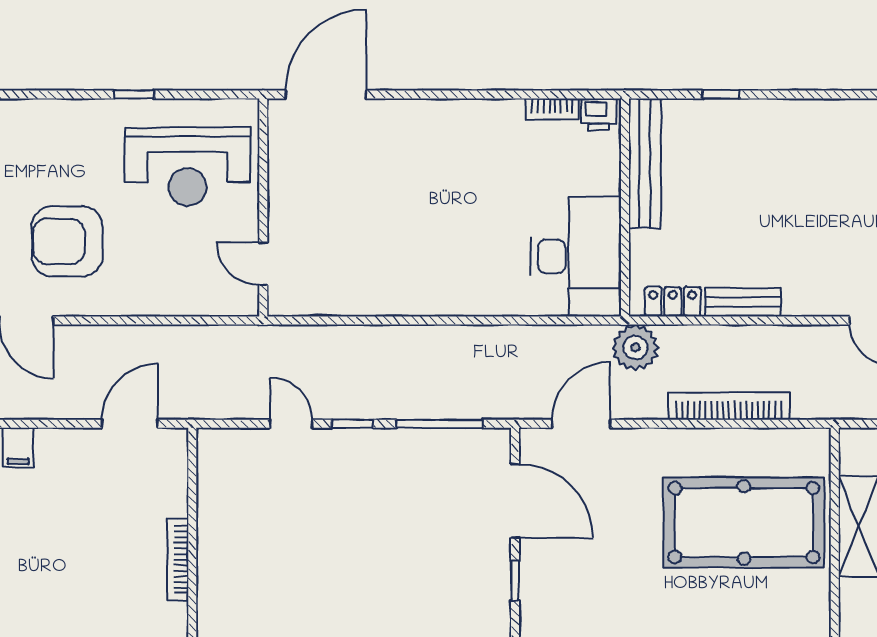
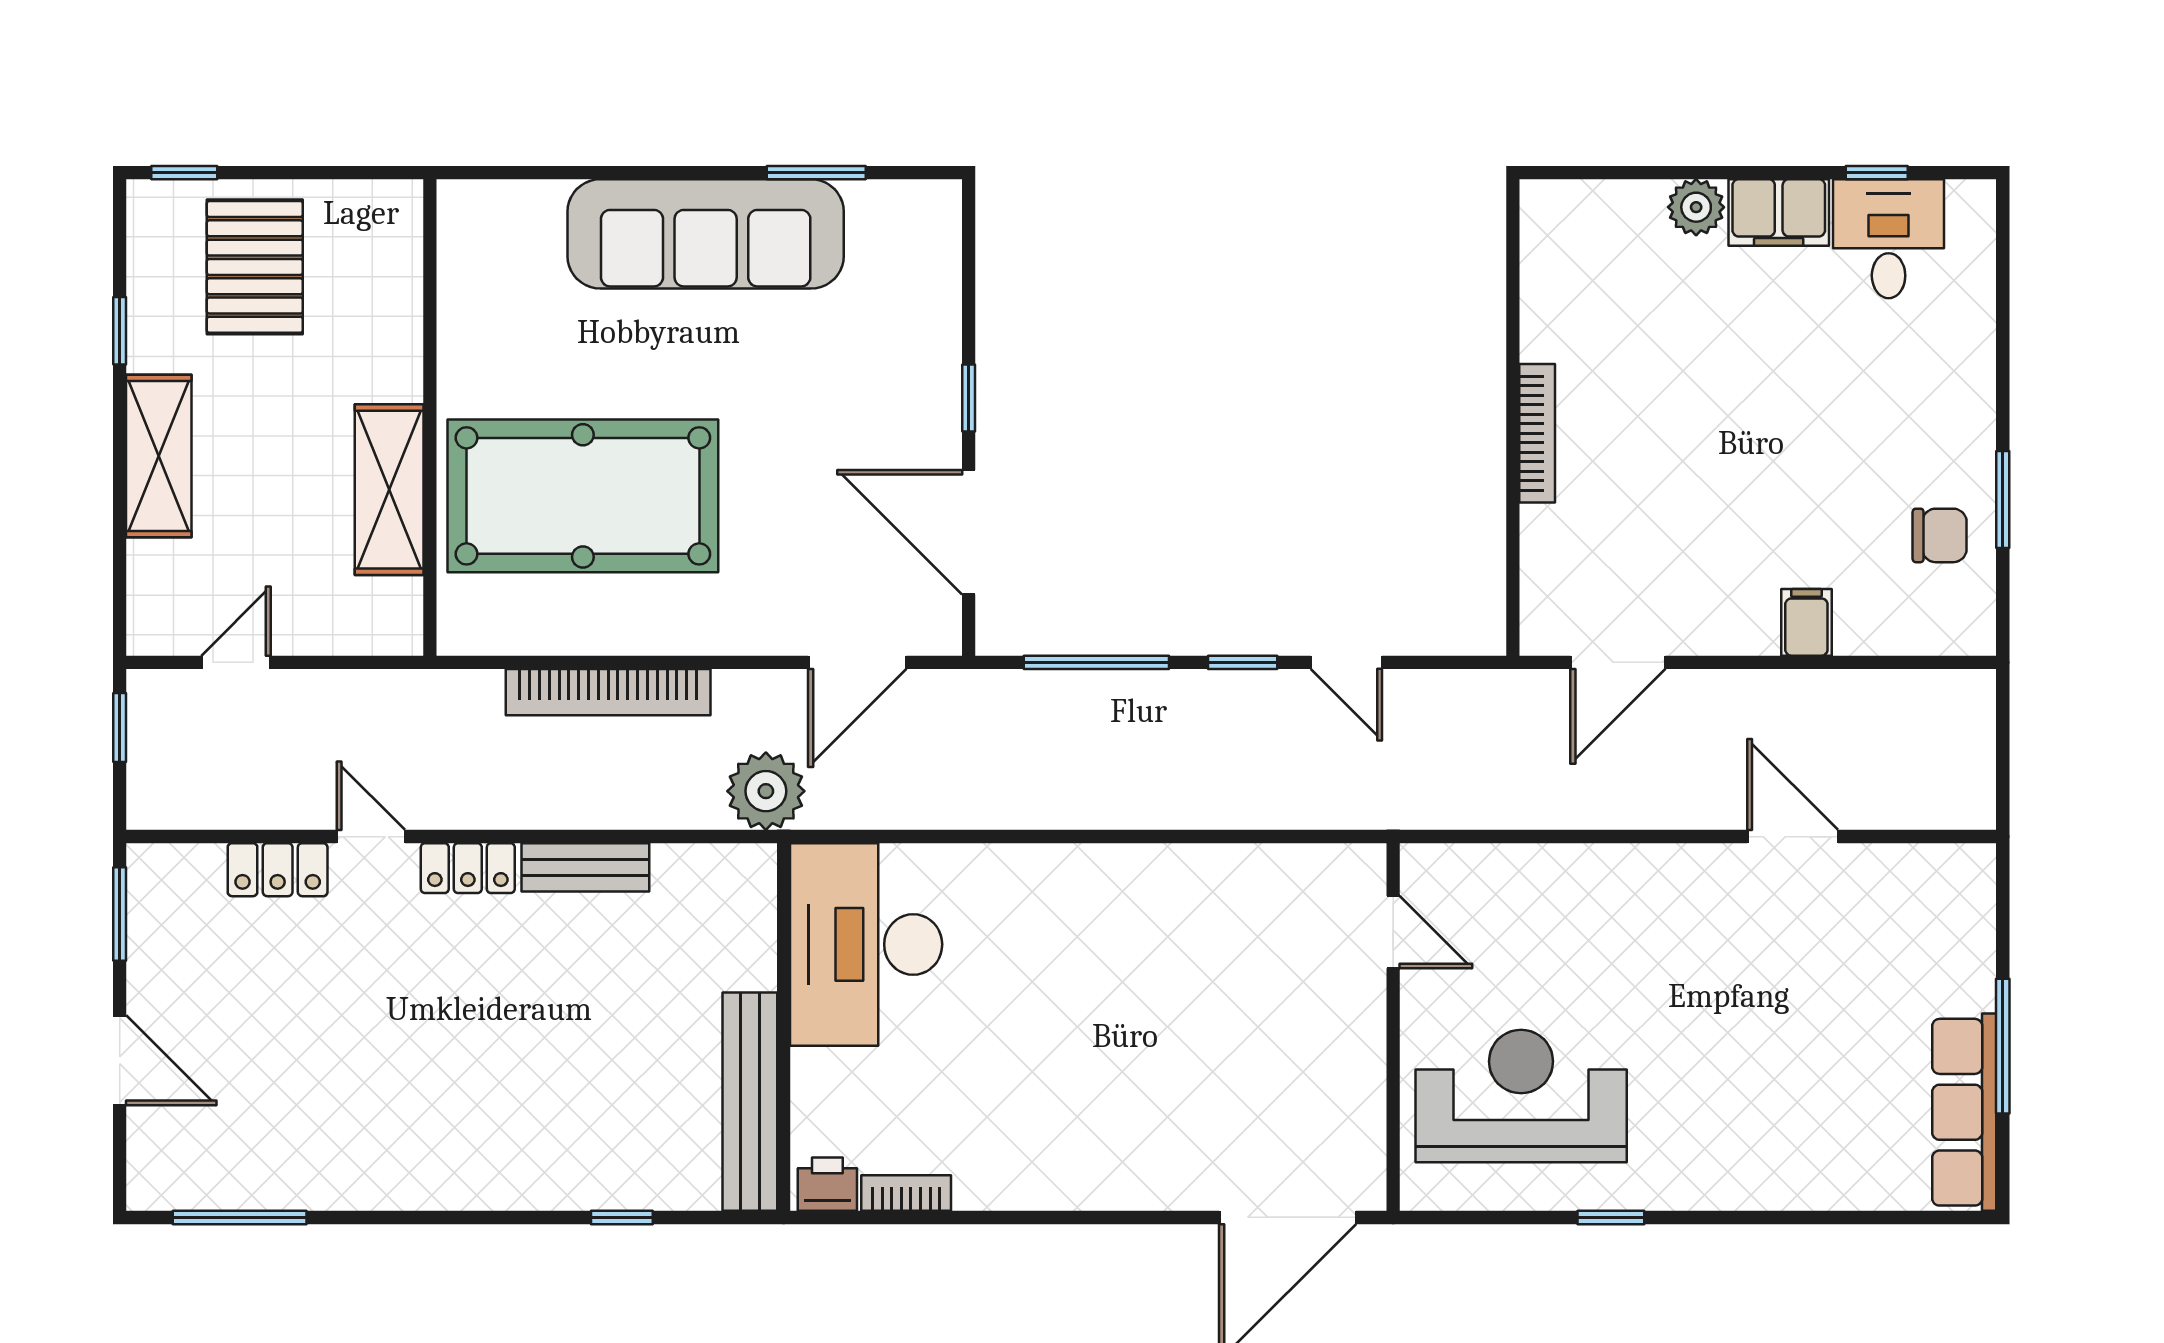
armchair: (67, 241) -> (1724, 970), removed
locker: (673, 302) -> (468, 868), moved

